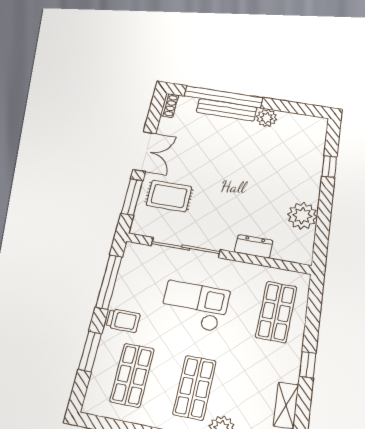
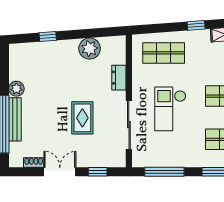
shoe rack: (169, 105) -> (34, 162), moved
rug: (169, 196) -> (82, 118), moved
window: (132, 197) -> (98, 172), width x0.67
trolley: (123, 321) -> (190, 155), removed

